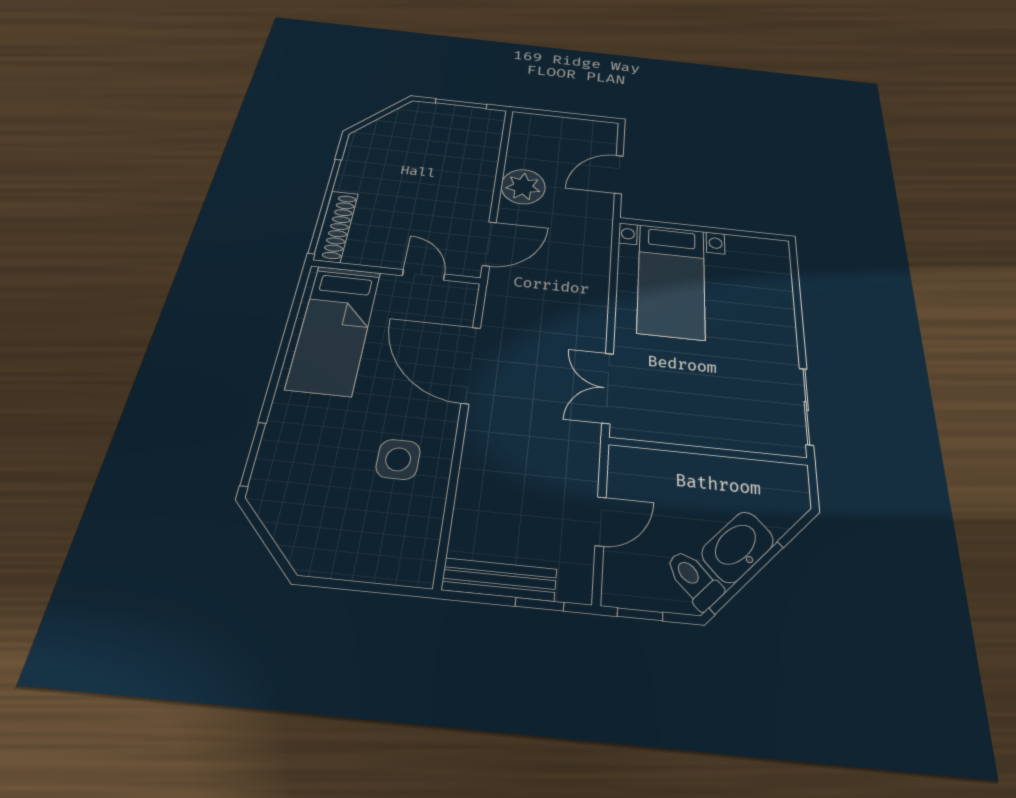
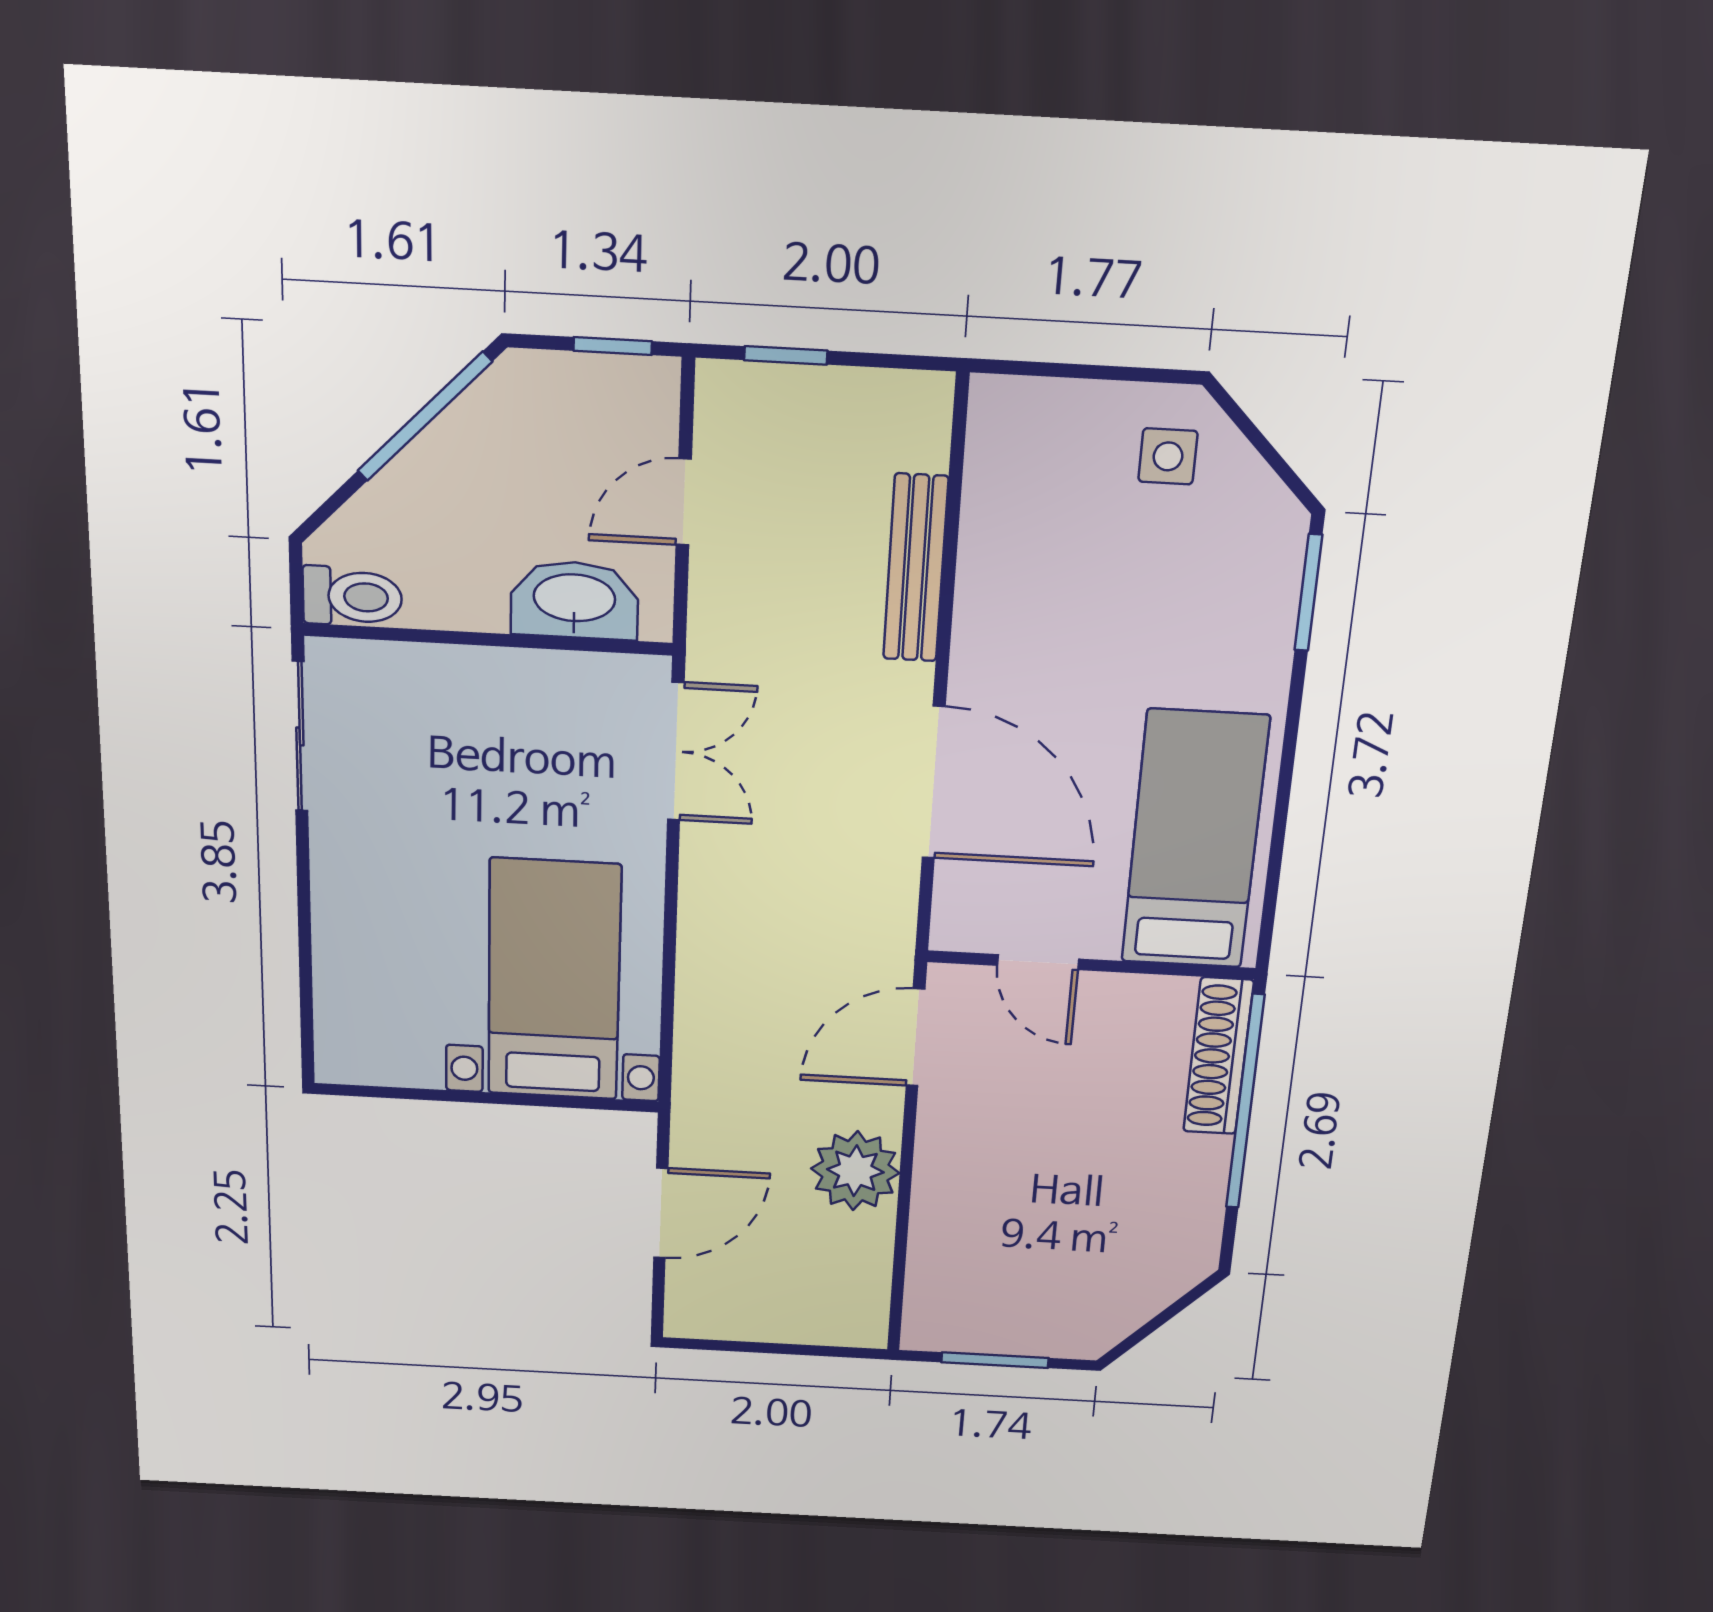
side table: (398, 459) -> (1168, 456), moved, width x0.73, depth x0.73
washbasin: (738, 547) -> (574, 600), moved, turned -135
toilet: (694, 579) -> (352, 597), moved, turned -45
bench: (499, 580) -> (916, 568), moved, turned 90

